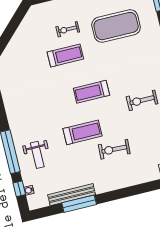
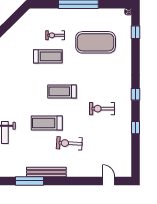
treadmill: (83, 132) -> (47, 123), turned 180
bench: (72, 195) -> (46, 172), moved

